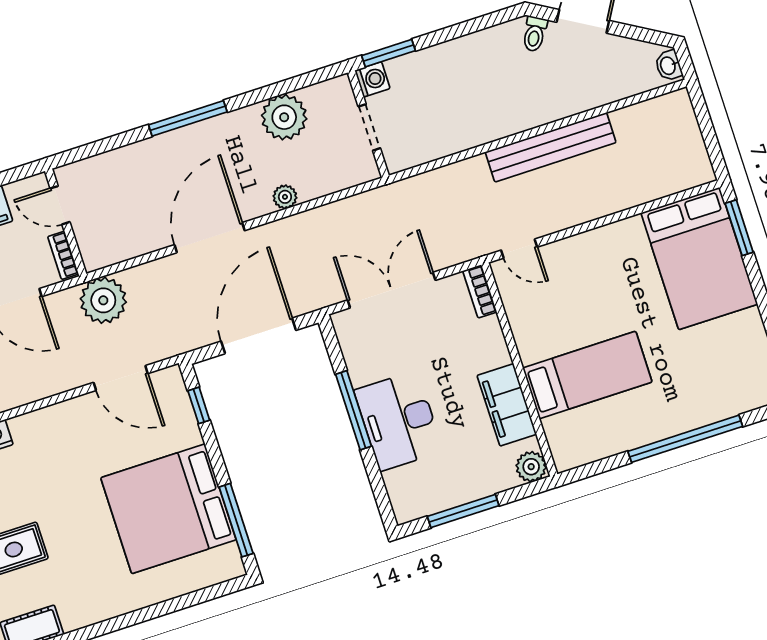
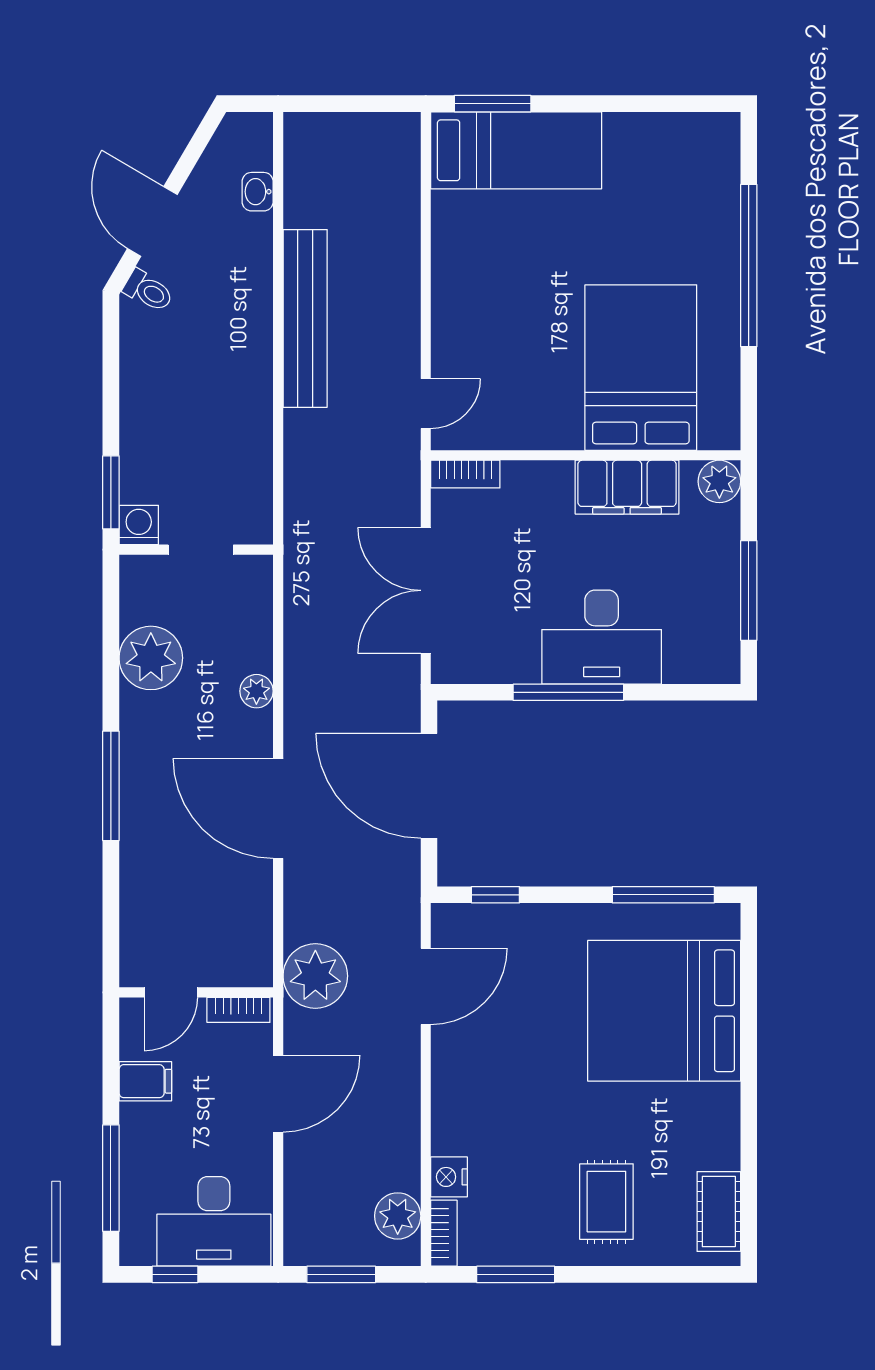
washbasin: (668, 66) -> (258, 192), moved, turned 90
bed: (699, 258) -> (516, 150), width x0.67
bed: (587, 375) -> (641, 368), width x1.50
bed: (168, 509) -> (664, 1011), moved, turned 90

